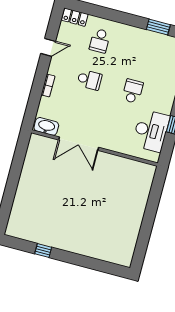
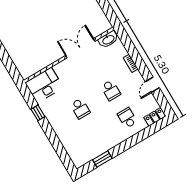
school desk: (89, 80) -> (111, 90), turned -90
desk: (151, 131) -> (44, 85), moved, turned 90

